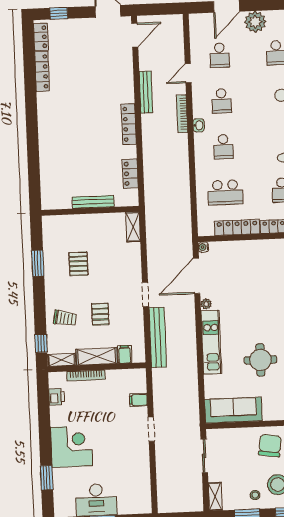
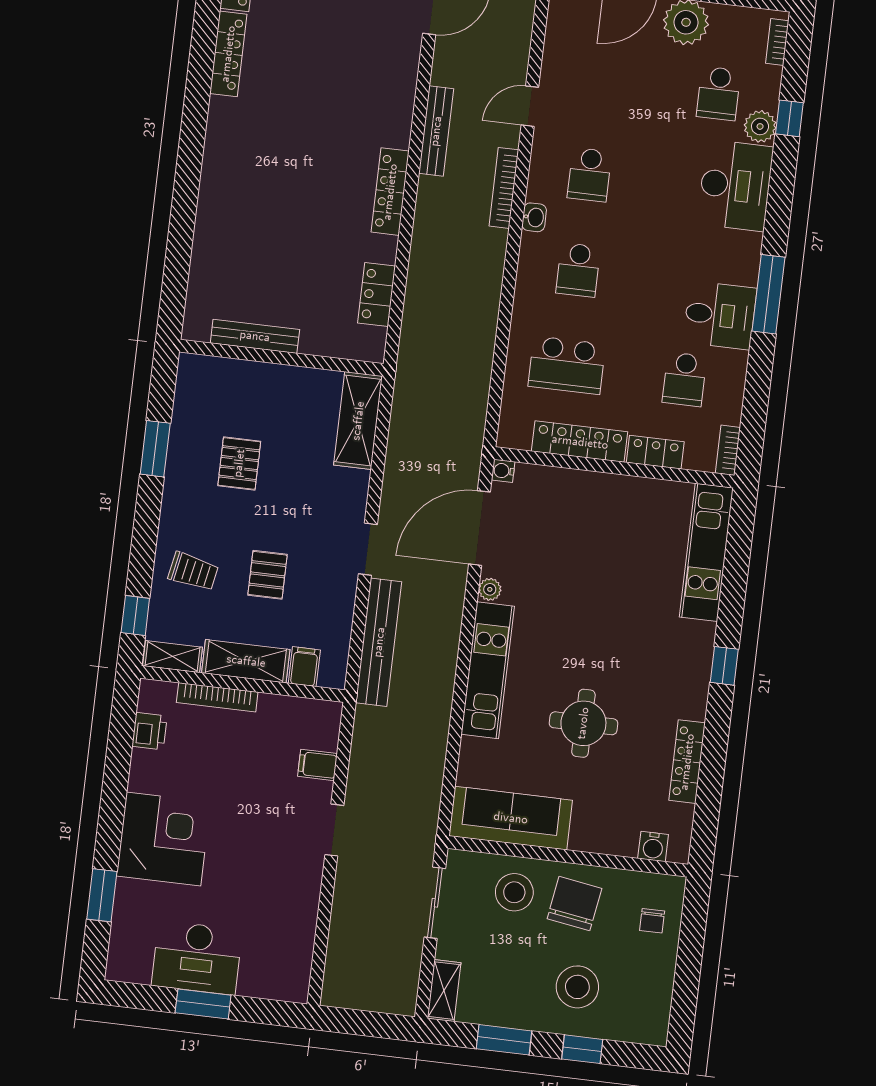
school desk: (220, 55) -> (601, 79), removed
bench: (93, 202) -> (255, 336), moved
shelving: (133, 227) -> (358, 421), width x1.50, depth x1.33
stool: (255, 495) -> (514, 892), moved, width x1.89, depth x1.89

